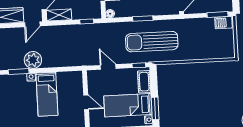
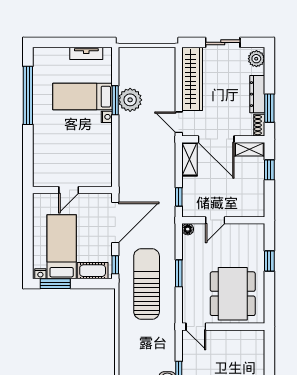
plant: (33, 60) -> (130, 100), moved
door: (108, 67) -> (115, 223), width x1.87
bed: (47, 94) -> (82, 97), moved

